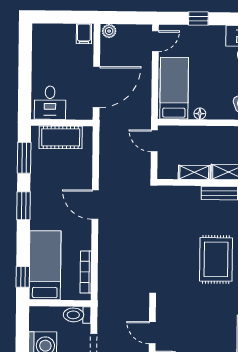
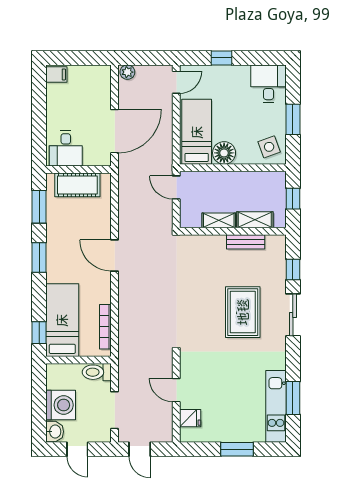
filing cabinet: (84, 34) -> (56, 74), moved, turned -90
floor lamp: (200, 114) -> (224, 153), width x1.89, depth x1.89

